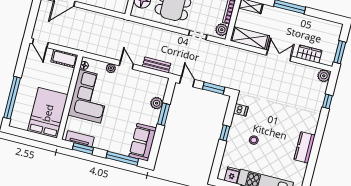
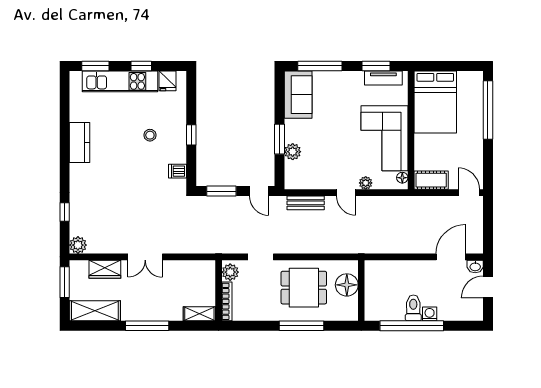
shelving: (250, 38) -> (95, 311), moved

